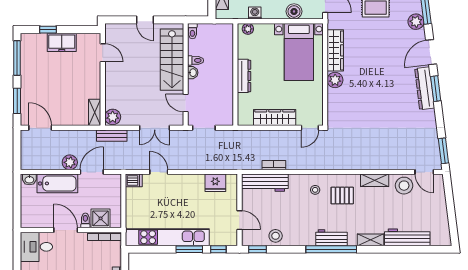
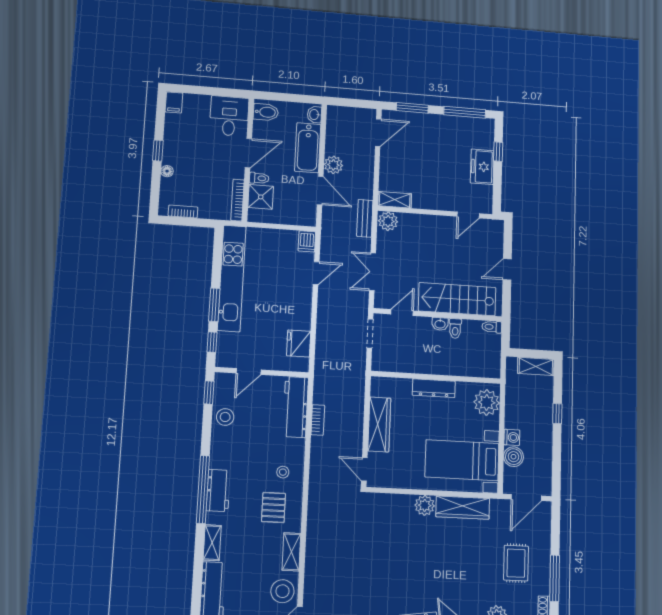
washing machine: (255, 13) -> (512, 437), moved
plant: (248, 29) -> (487, 402), width x1.88, depth x1.88
bidet: (31, 218) -> (266, 112), added

